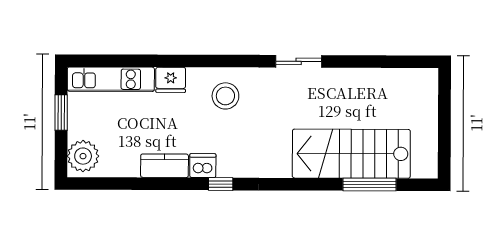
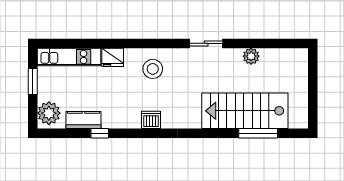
plant: (360, 79) -> (251, 56), added
kitchen counter: (164, 166) -> (84, 120), moved
dishwasher: (203, 166) -> (151, 120), moved
window: (221, 184) -> (100, 133), moved

